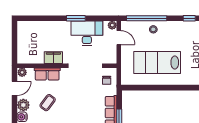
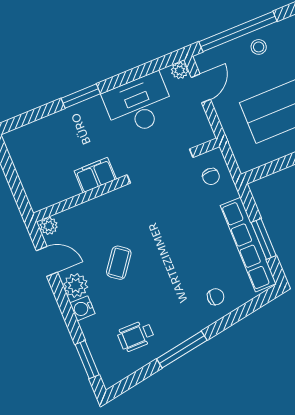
window: (76, 18) -> (81, 96), moved
door: (119, 38) -> (201, 88), hinge flipped
row of seats: (47, 74) -> (96, 210), removed
door: (15, 88) -> (47, 261), hinge flipped

